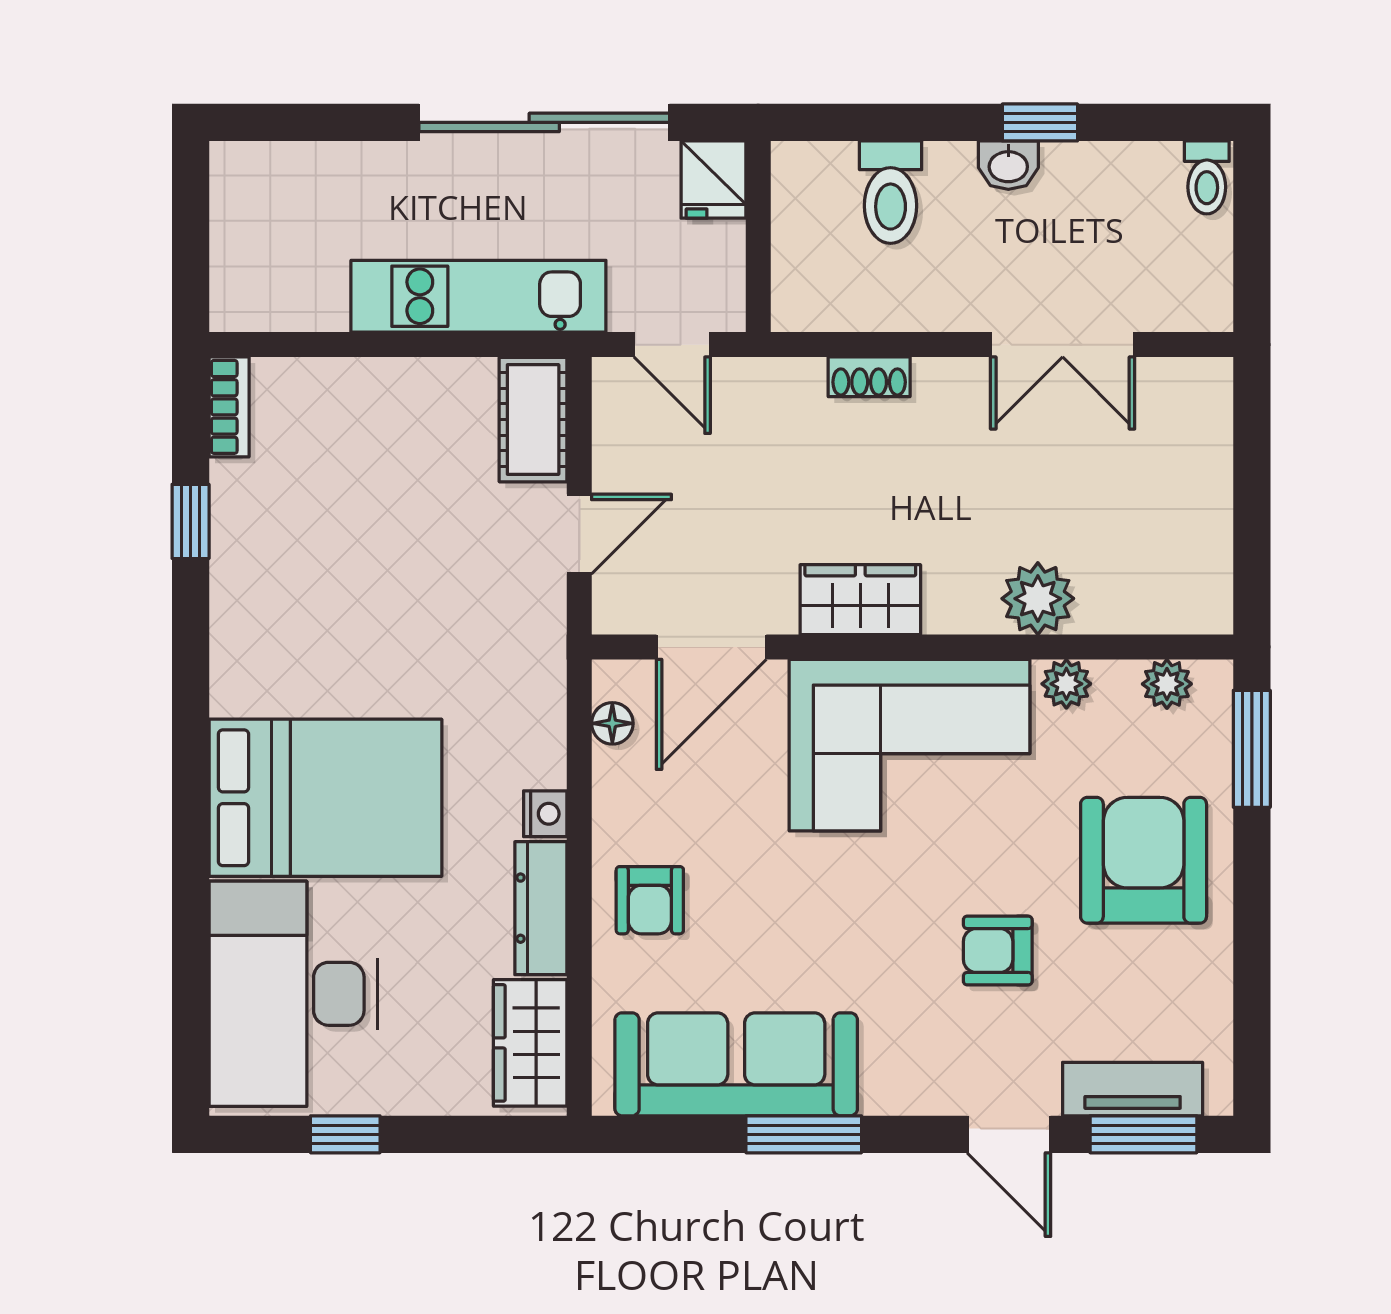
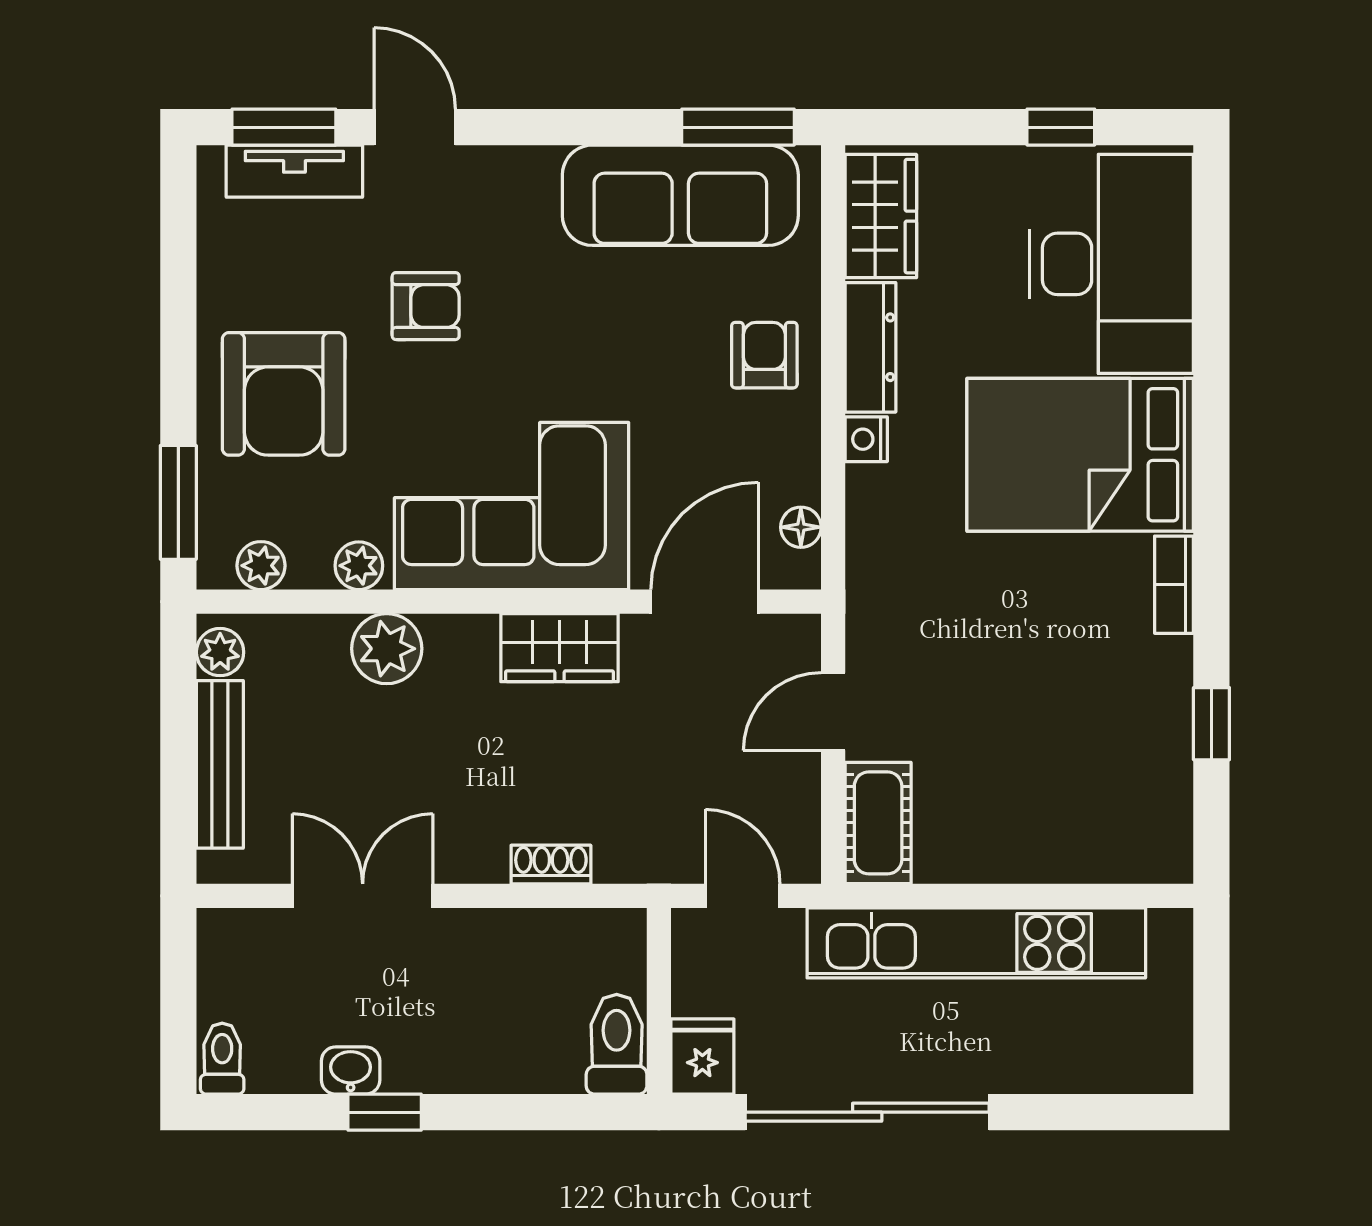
washbasin: (1008, 165) -> (351, 1071), moved
toilet: (891, 192) -> (617, 1044), moved
kitchen unit: (478, 296) -> (976, 943), width x1.36
bookcase: (229, 407) -> (1174, 585), moved
bench: (1209, 480) -> (220, 764), added
plant: (1209, 595) -> (220, 652), added
window: (804, 1134) -> (738, 127), moved

